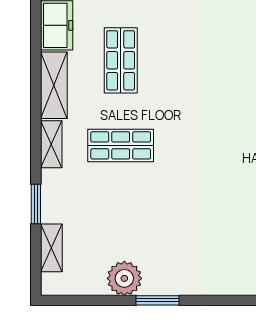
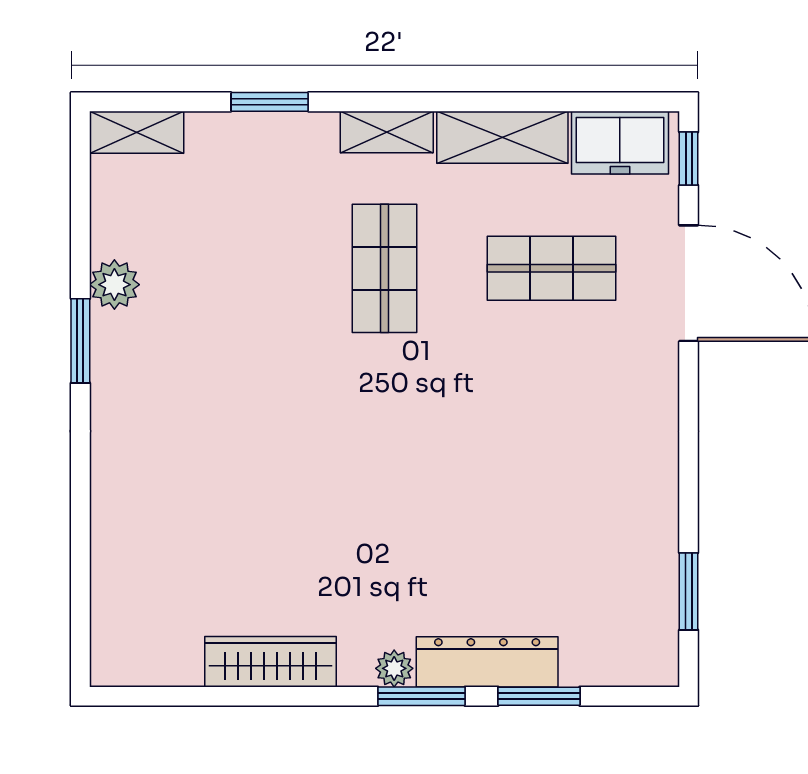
shelving: (51, 248) -> (137, 132), moved
plant: (124, 278) -> (114, 285), width x0.73, depth x0.73

